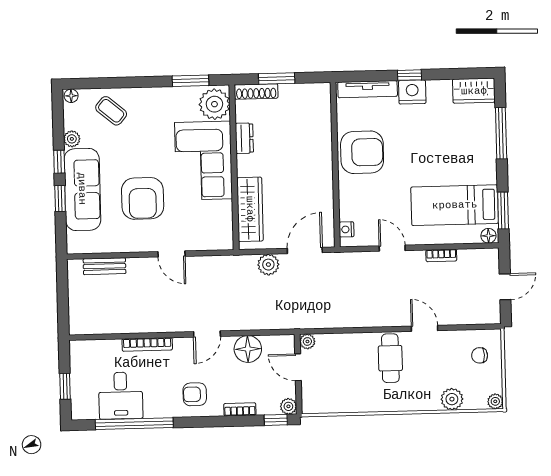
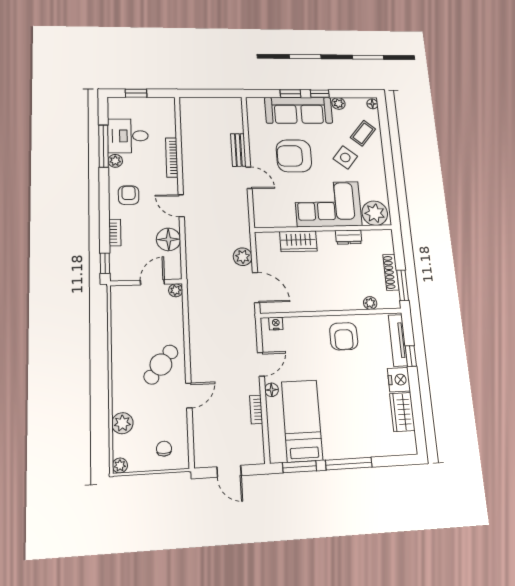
window: (409, 75) -> (411, 356), moved
window: (277, 78) -> (403, 285), moved
window: (191, 81) -> (392, 194), removed
shoe rack: (256, 91) -> (391, 272), moved
wardrobe: (474, 91) -> (402, 412), moved
plant: (324, 118) -> (370, 303), added
window: (501, 133) -> (349, 464), moved
side table: (144, 135) -> (345, 158), added
armchair: (362, 152) -> (344, 336), width x0.73, depth x0.73
wardrobe: (250, 209) -> (298, 241), width x0.67
floor lamp: (488, 236) -> (272, 390), moved
door: (171, 254) -> (249, 178), swing flipped
bench: (104, 266) -> (238, 150), moved
cafe table: (390, 358) -> (161, 365), turned -51
plant: (288, 406) -> (115, 161), moved
window: (134, 424) -> (103, 146), width x0.68

